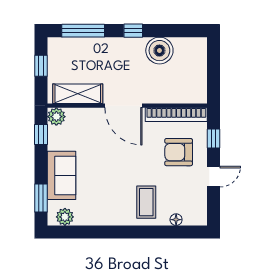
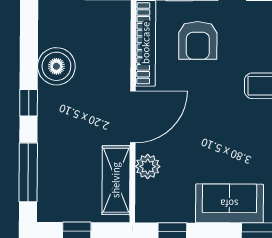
plant: (56, 117) -> (148, 166), moved

